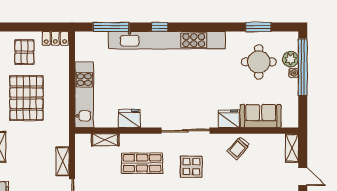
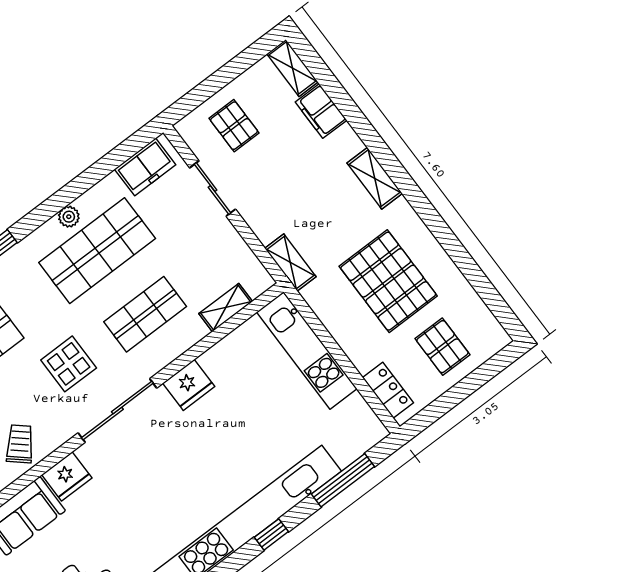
locker: (55, 38) -> (388, 390), moved, turned 90
fridge: (129, 118) -> (189, 385), moved
shelving: (63, 161) -> (290, 262), moved

